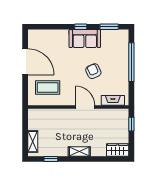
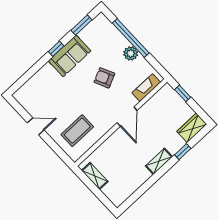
door: (25, 62) -> (36, 126), width x0.53
plant: (123, 71) -> (131, 53), added
door: (85, 107) -> (127, 117), swing flipped
shelving: (33, 142) -> (95, 176), moved
window: (51, 159) -> (183, 152), moved

